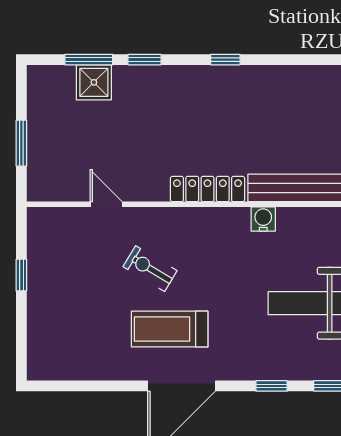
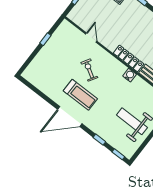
water cooler: (263, 219) -> (130, 75), moved
treadmill: (170, 329) -> (80, 95), turned 180

